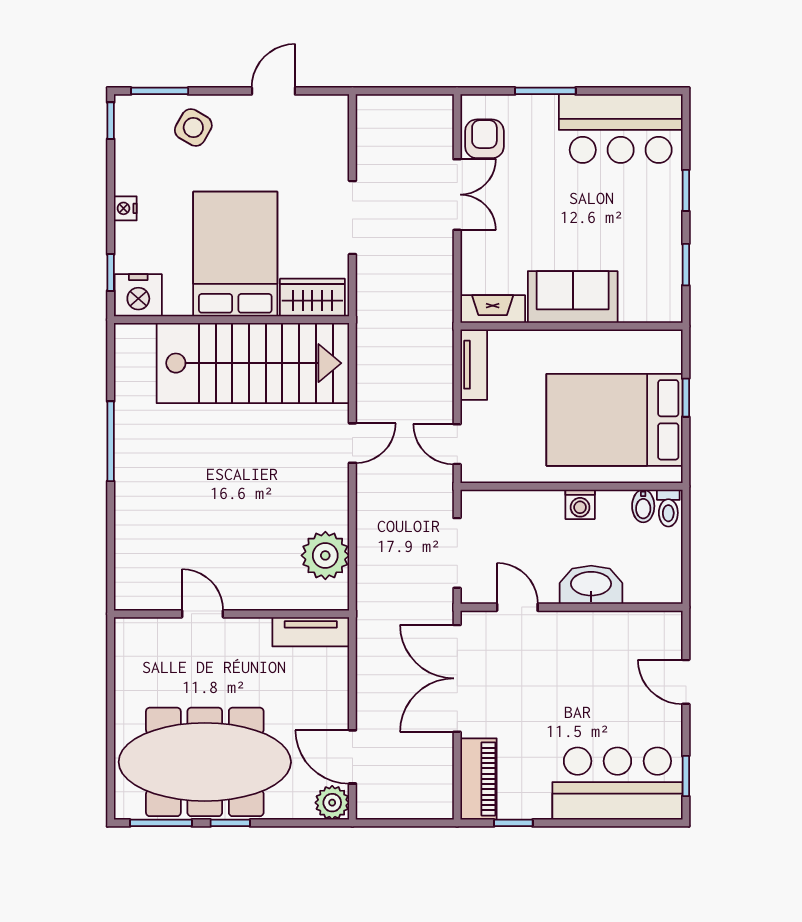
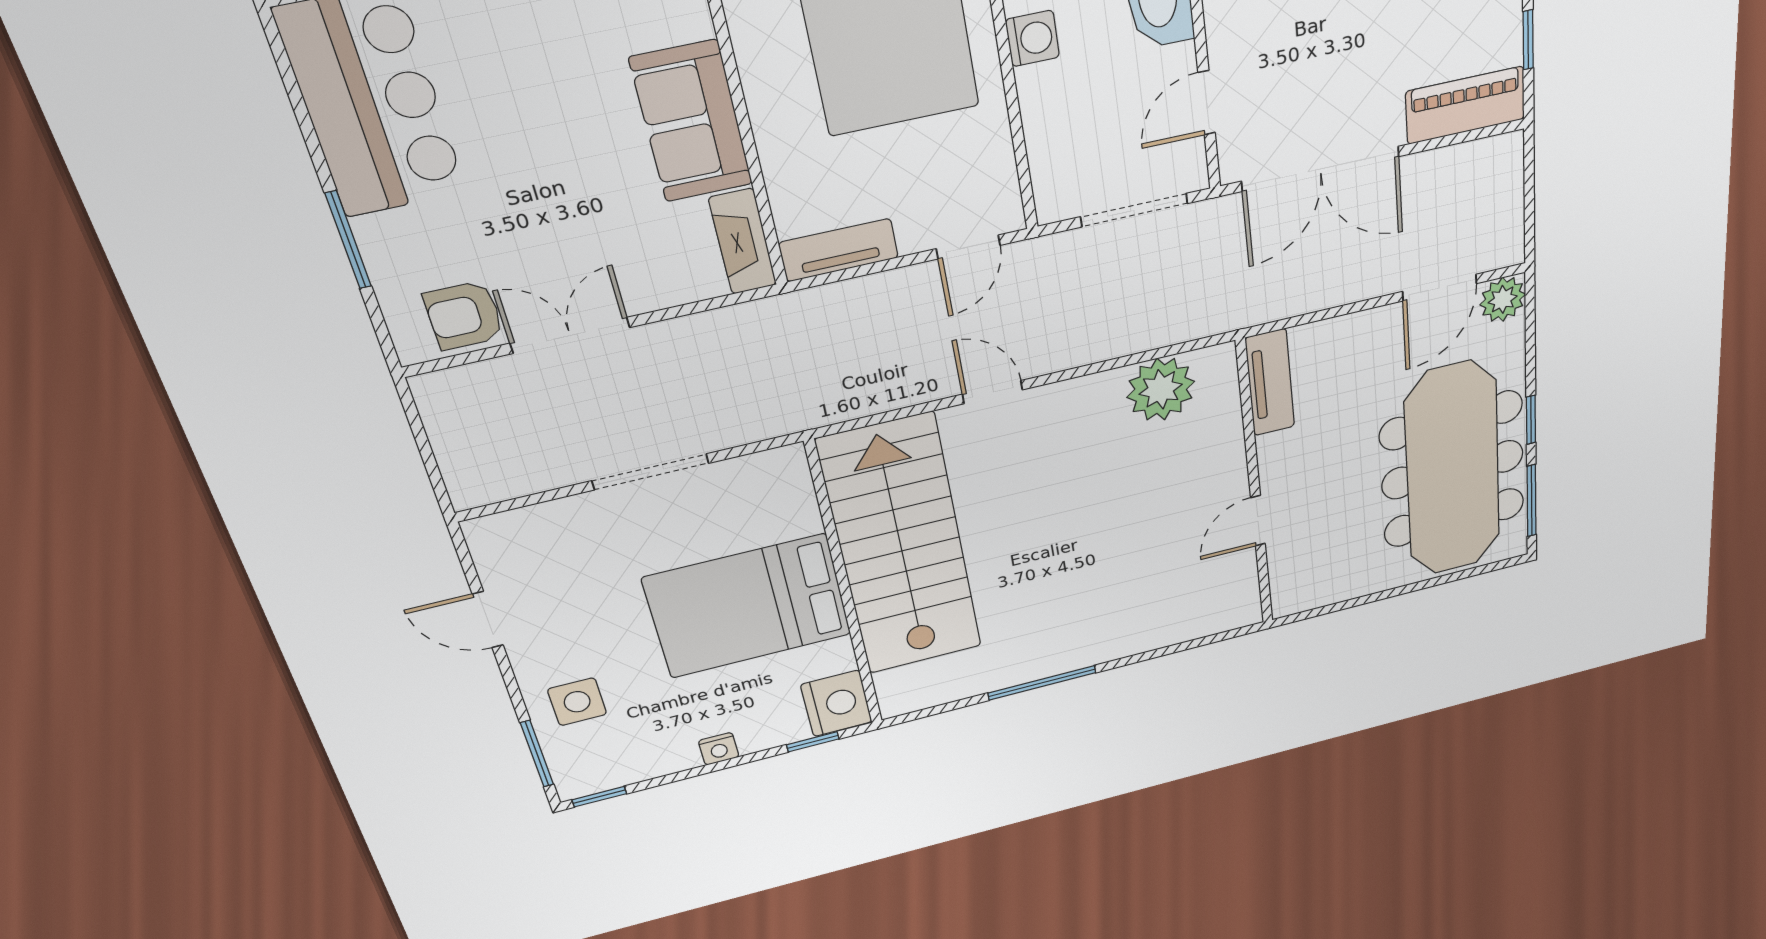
side table: (193, 127) -> (577, 702), turned -30
wardrobe: (312, 298) -> (787, 495), removed

